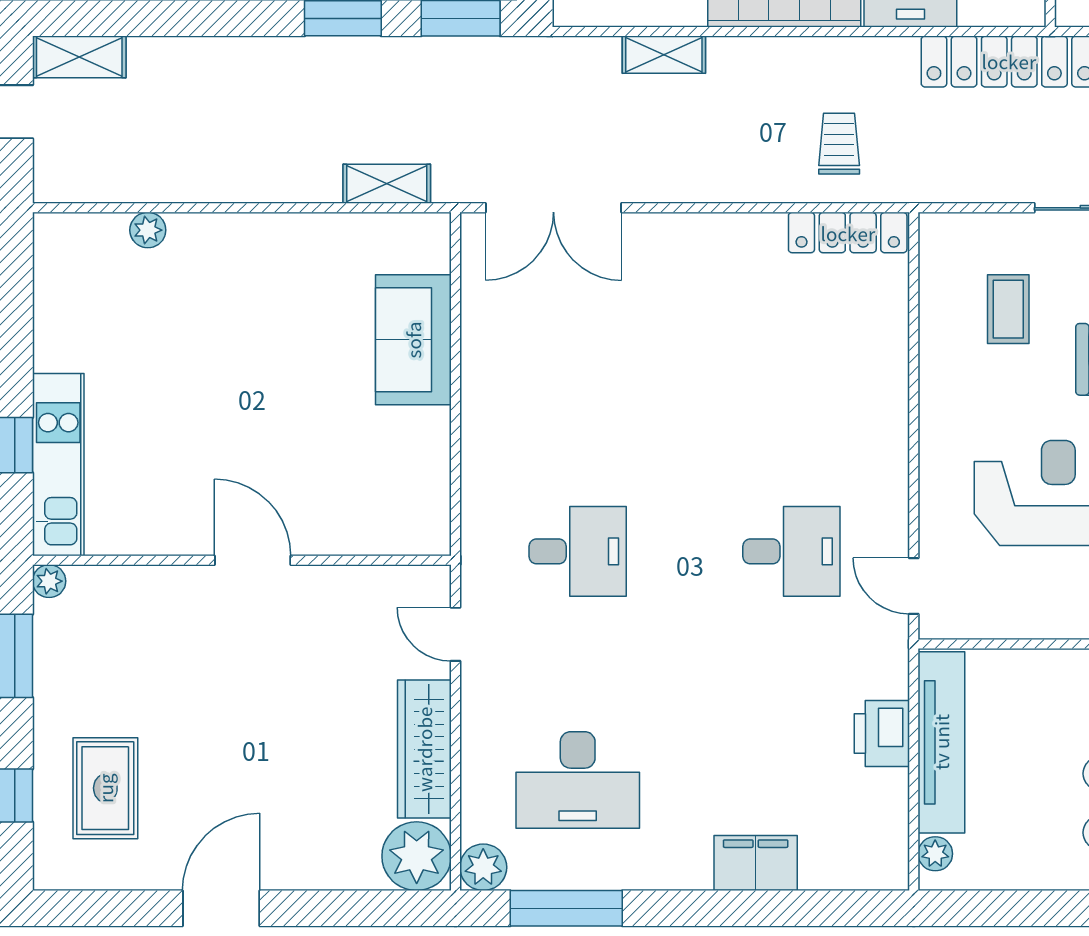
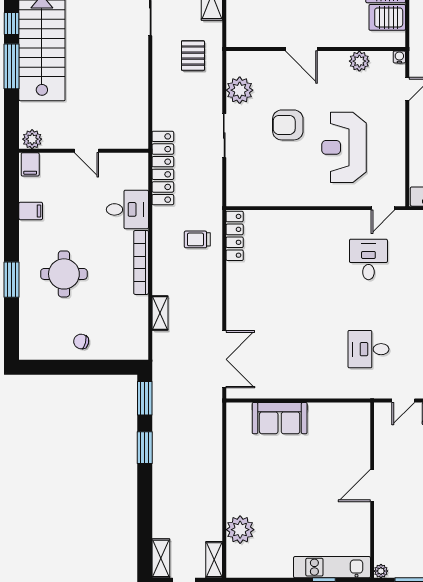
shelving: (387, 184) -> (214, 560), moved
plant: (148, 230) -> (240, 530), width x1.87, depth x1.87
coffee table: (1008, 309) -> (267, 168), removed
desk: (578, 551) -> (368, 349), turned -90

